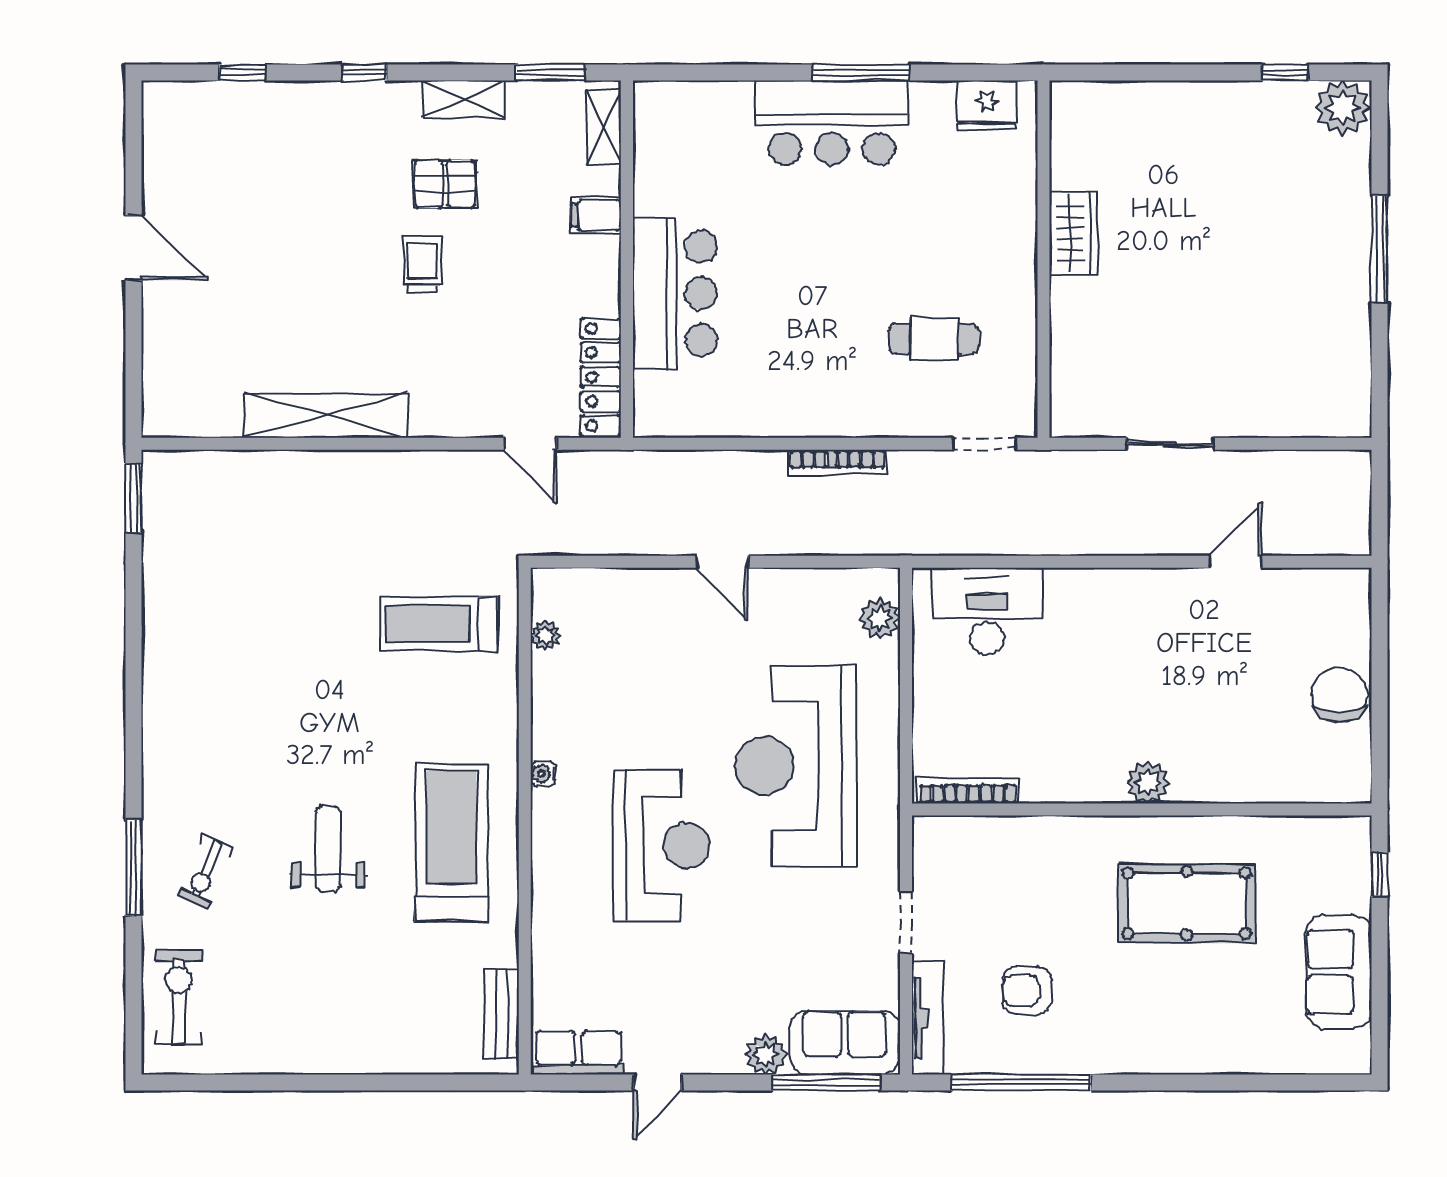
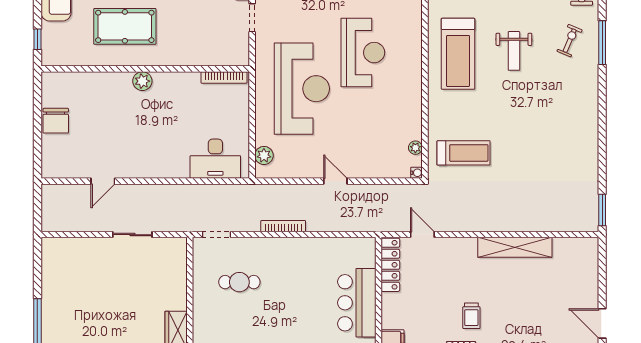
water cooler: (543, 774) -> (417, 173), moved
reception desk: (661, 845) -> (363, 53), turned 180

